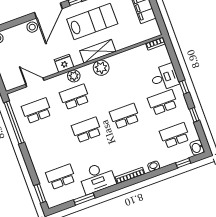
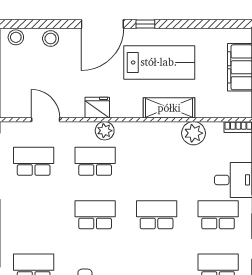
stool: (32, 27) -> (51, 39), moved
shelving: (98, 51) -> (169, 108), moved
plant: (101, 68) -> (193, 133), moved

